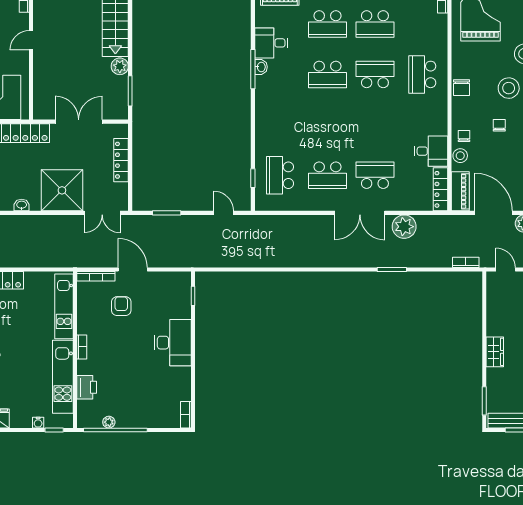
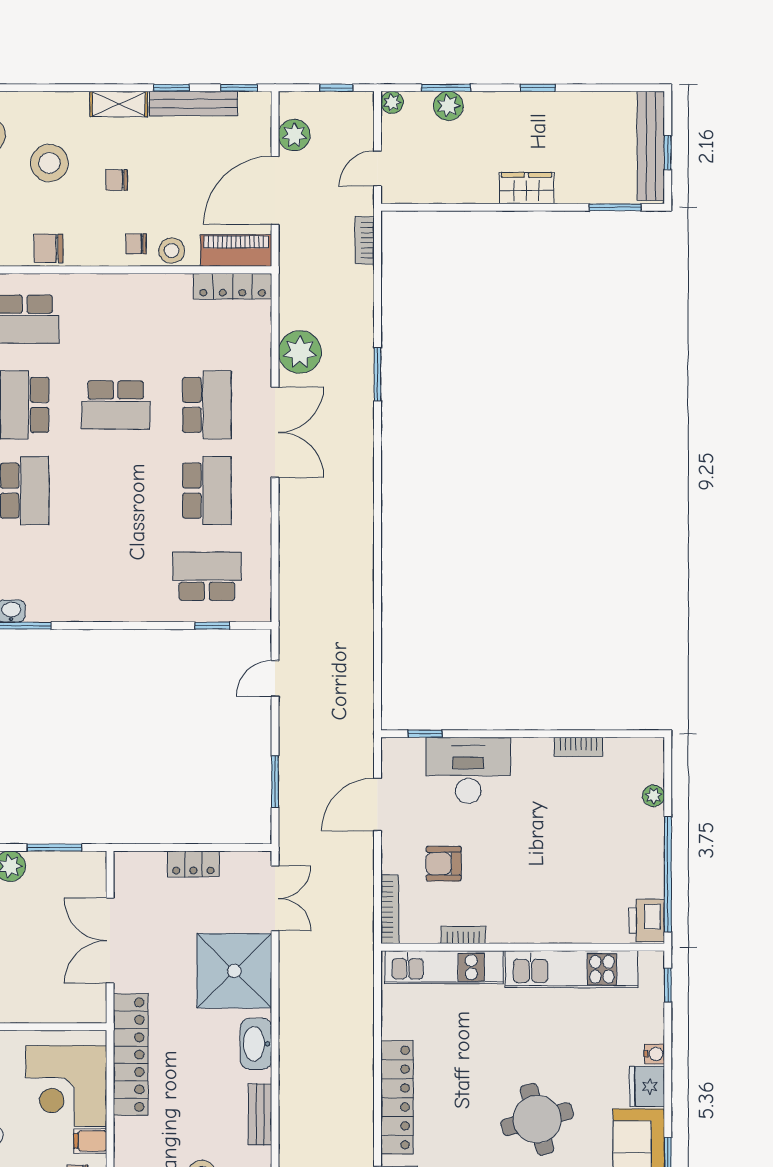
chair: (461, 88) -> (48, 248), turned 180
school desk: (375, 125) -> (116, 405), added
desk: (431, 151) -> (163, 303), removed
locker: (121, 160) -> (193, 864), width x0.66
school desk: (280, 175) -> (207, 576), turned 180
school desk: (375, 175) -> (207, 405), turned 180
washbasin: (22, 205) -> (256, 1044), width x1.91, depth x1.45
door: (133, 270) -> (378, 805), moved
desk: (173, 343) -> (468, 770), moved
bookcase: (82, 347) -> (463, 935), moved
printer: (87, 387) -> (647, 921), moved, turned -90
bookcase: (186, 415) -> (578, 747), moved
plant: (109, 422) -> (653, 796), moved
water cooler: (38, 423) -> (654, 1054), moved

